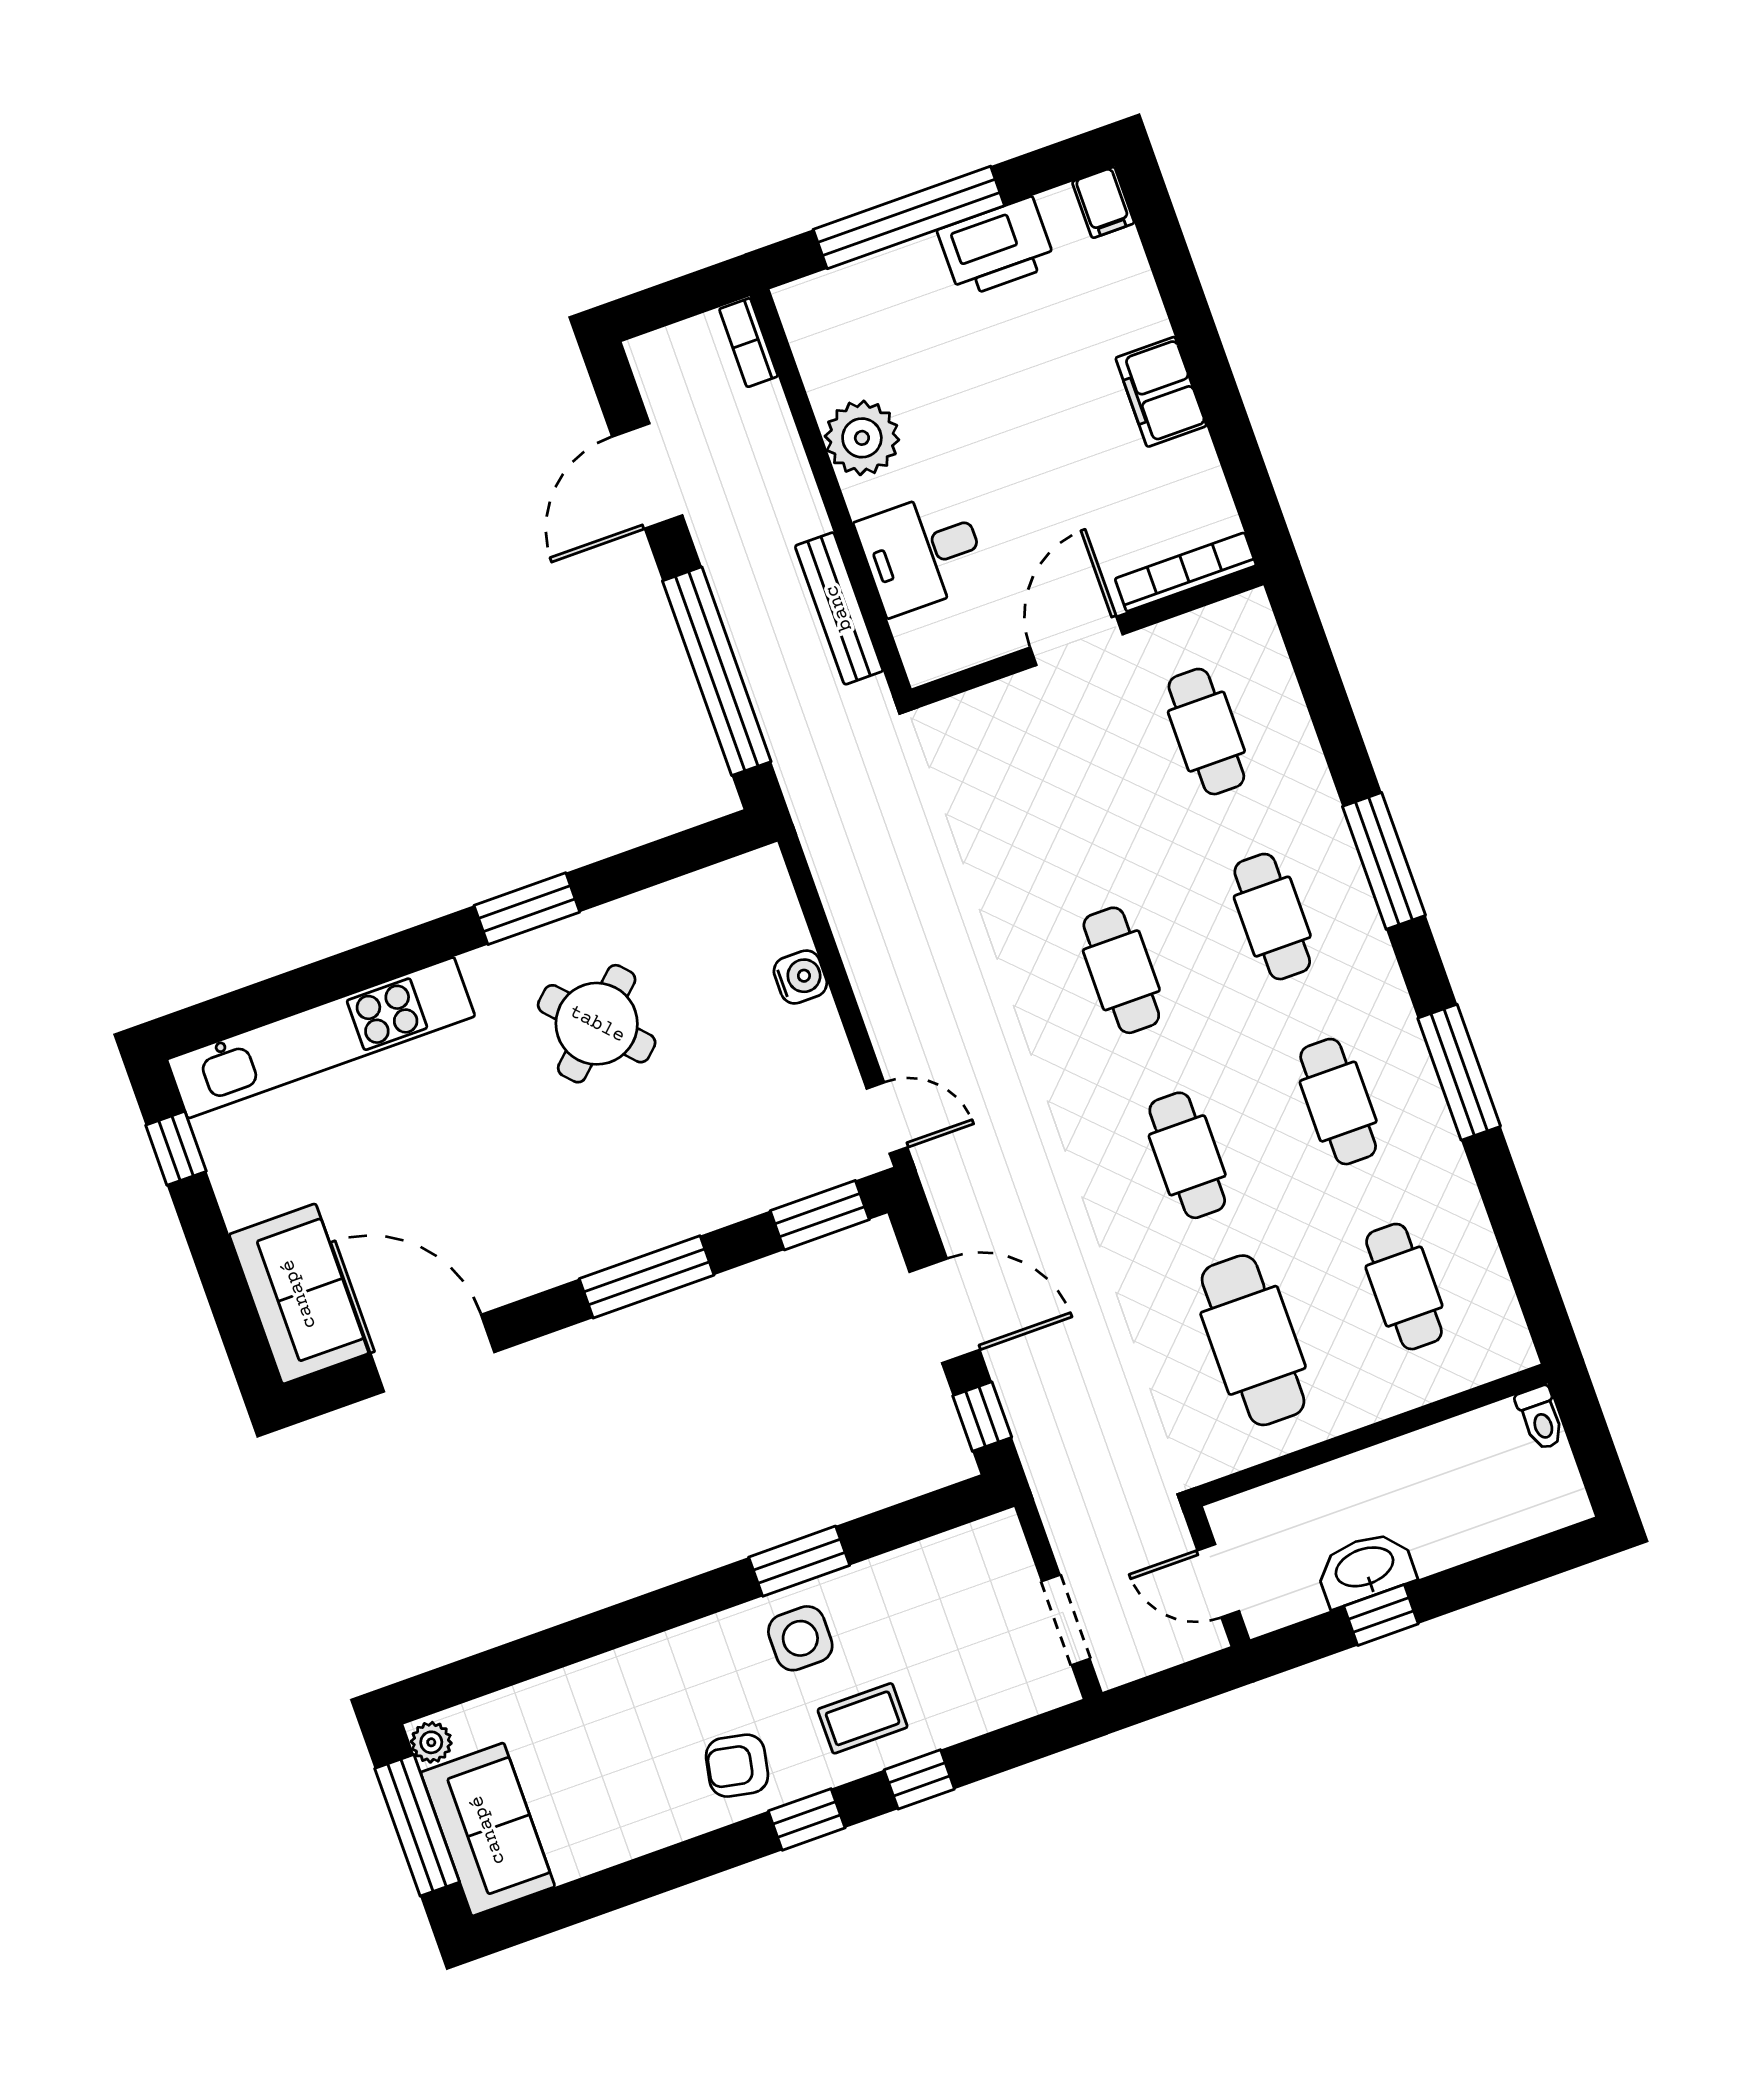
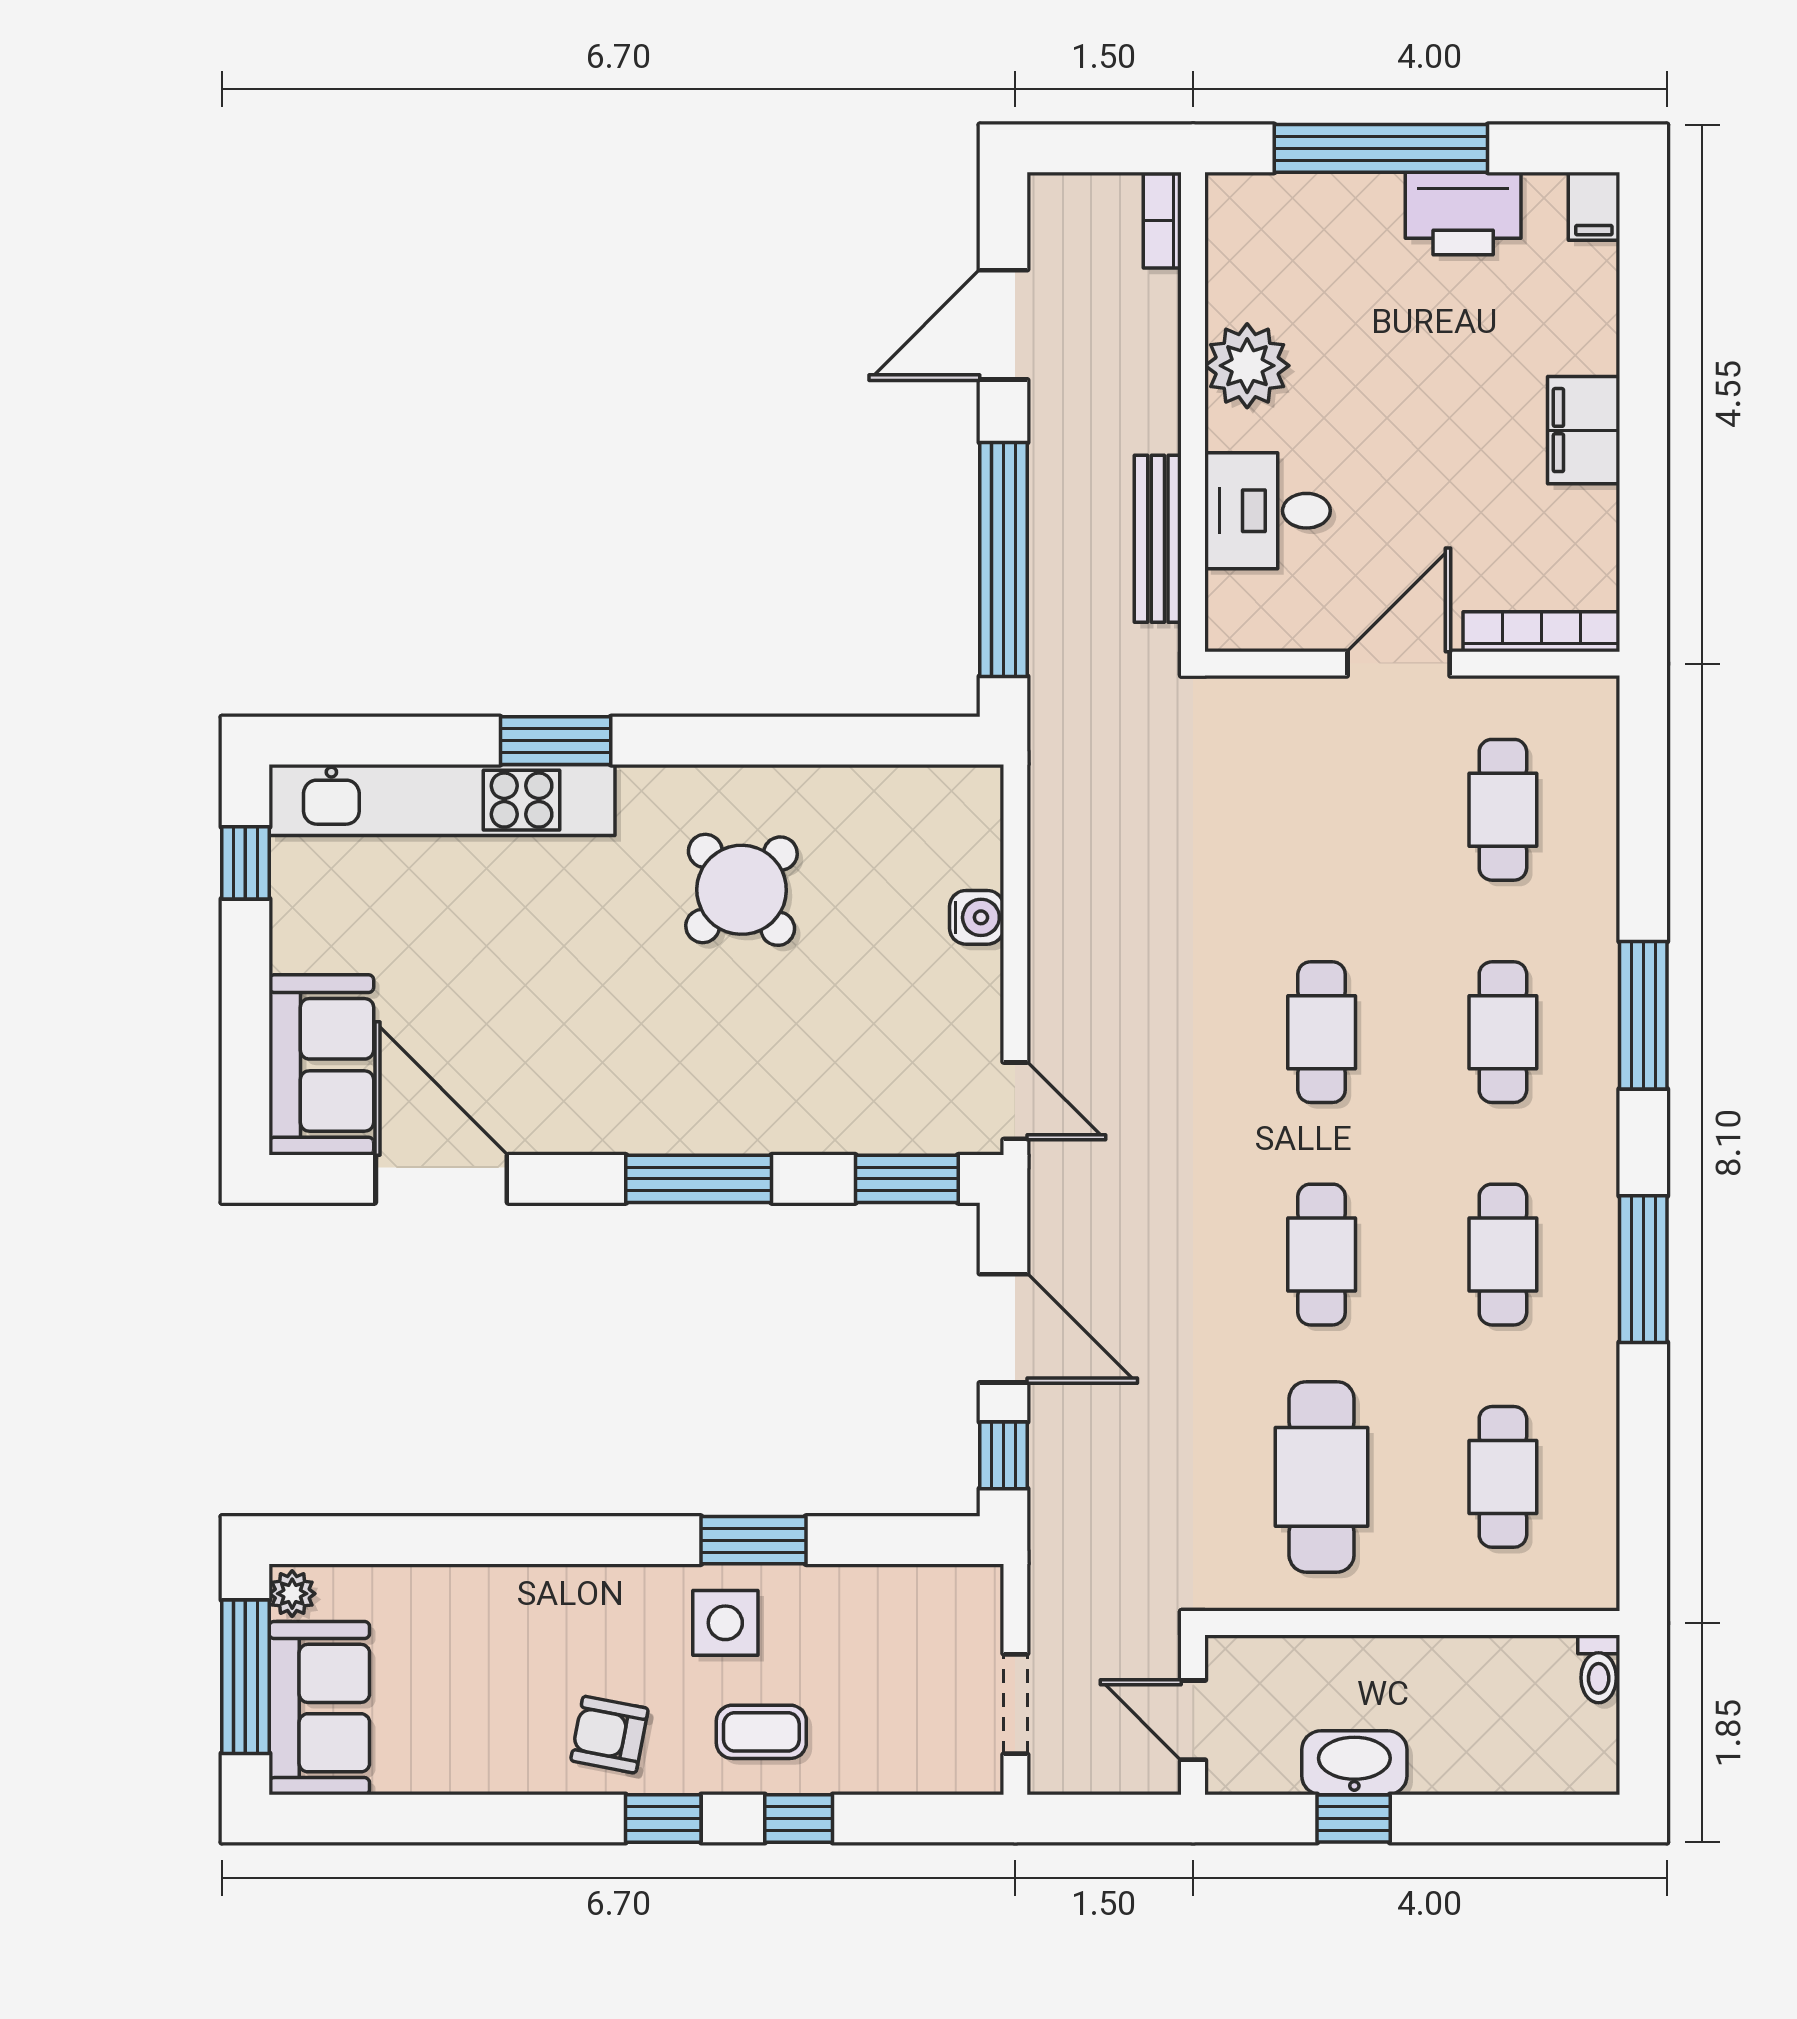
window: (527, 909) -> (556, 741), moved

